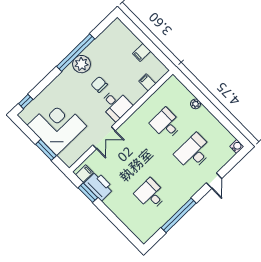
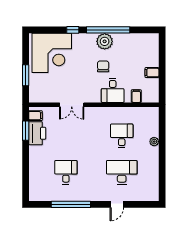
window: (26, 102) -> (73, 30), moved
desk: (116, 105) -> (113, 90), moved
corner desk: (57, 126) -> (52, 53), moved, turned 90
water cooler: (237, 146) -> (154, 196), removed

